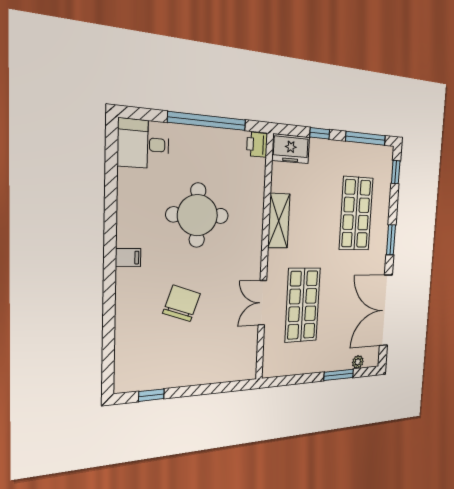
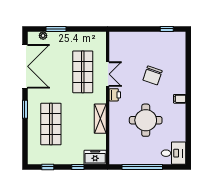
window: (366, 138) -> (48, 167), width x0.46
printer: (257, 145) -> (115, 95), moved
window: (396, 172) -> (25, 149), removed

